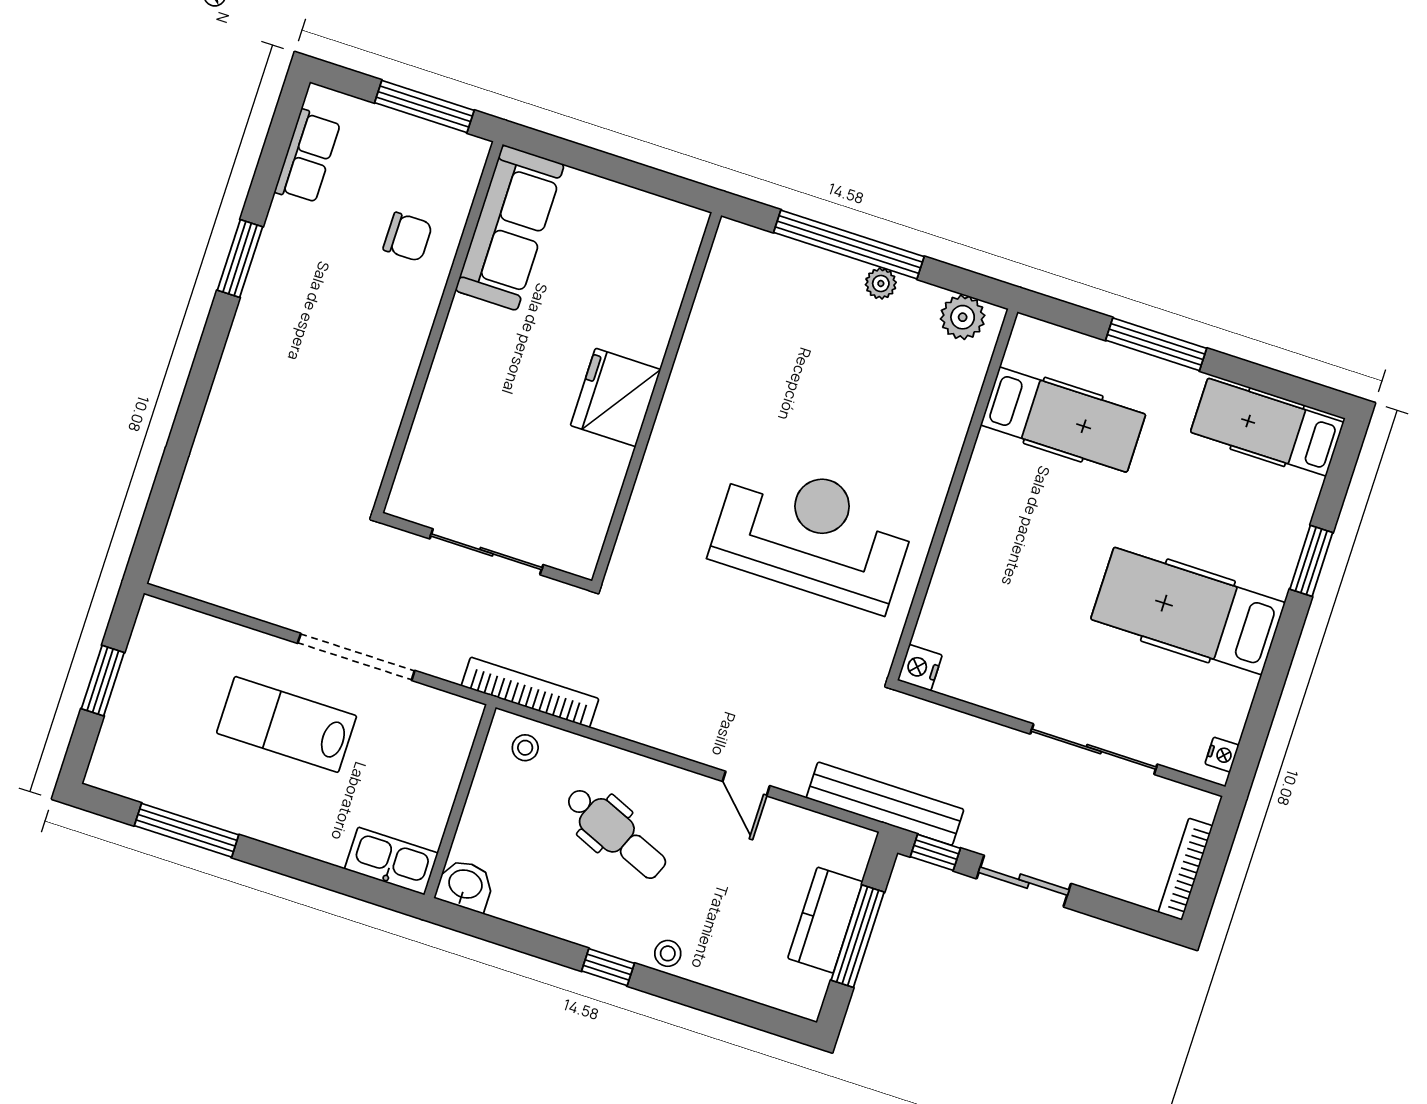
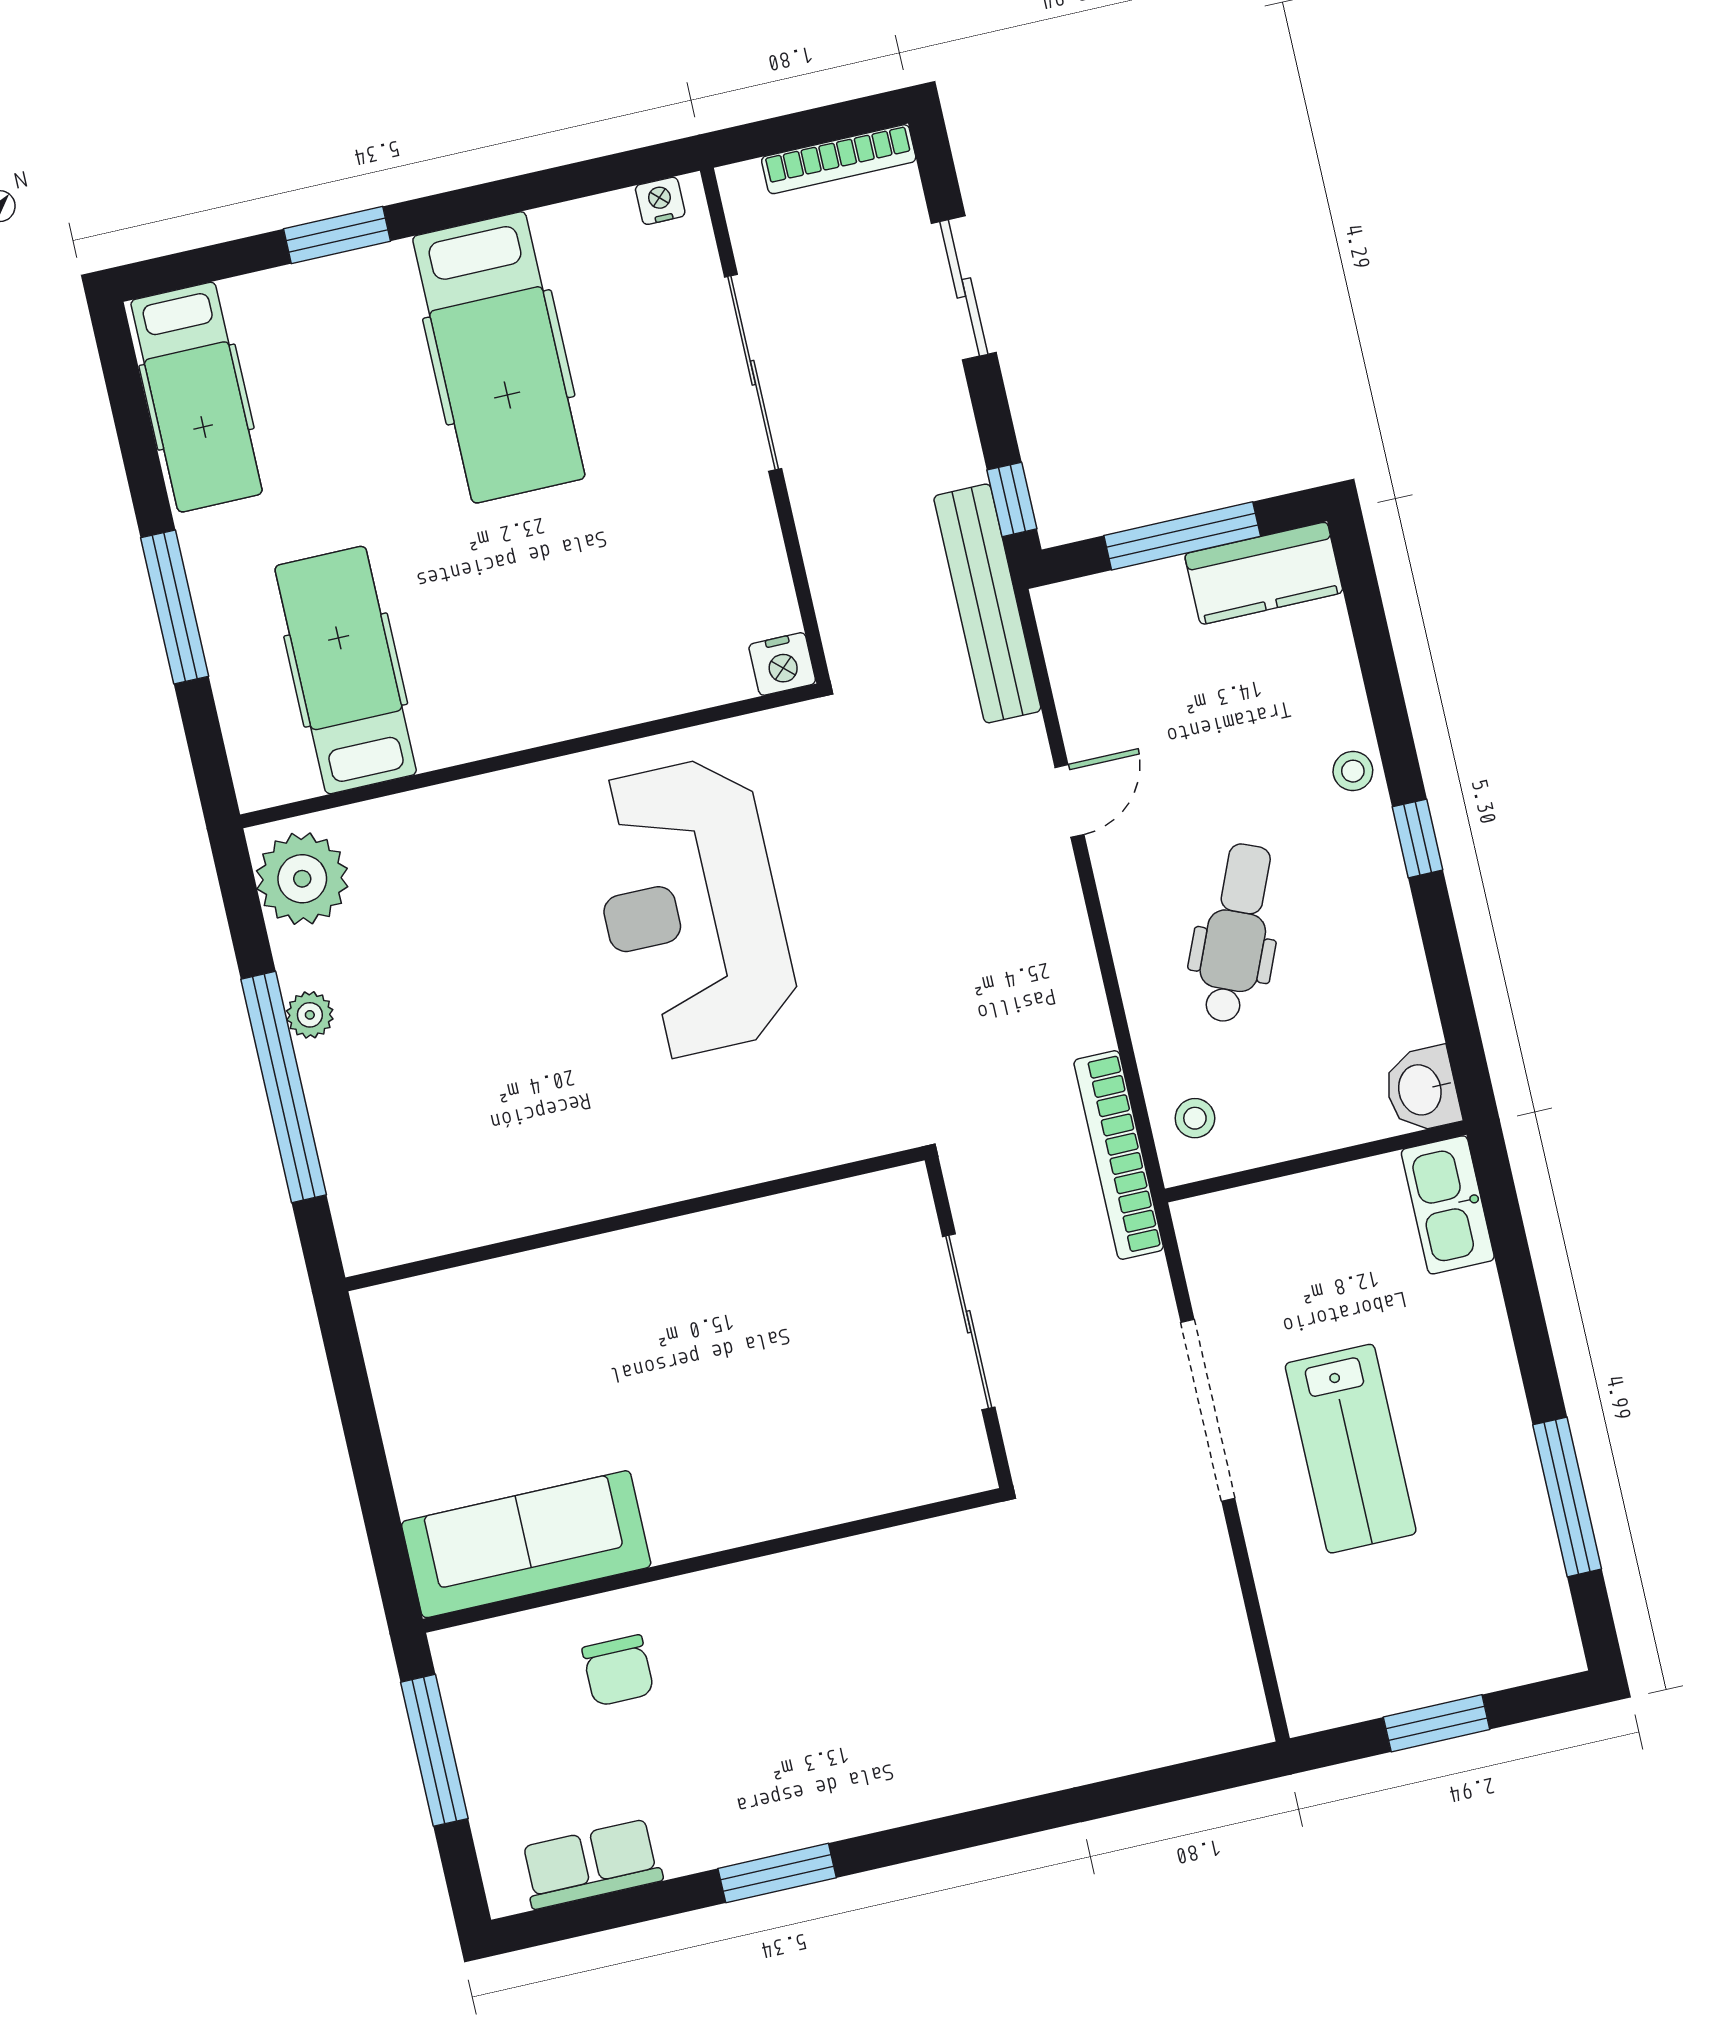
chair: (408, 237) -> (618, 1671), turned 180
plant: (963, 317) -> (302, 879), width x1.36, depth x1.36
fridge: (616, 397) -> (666, 1273), removed
sliding door: (1024, 881) -> (964, 288), moved
kitchen counter: (825, 920) -> (1264, 573), moved

